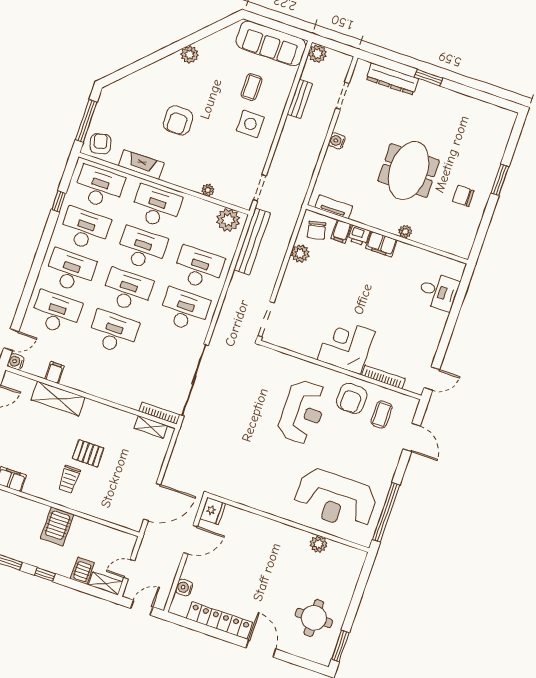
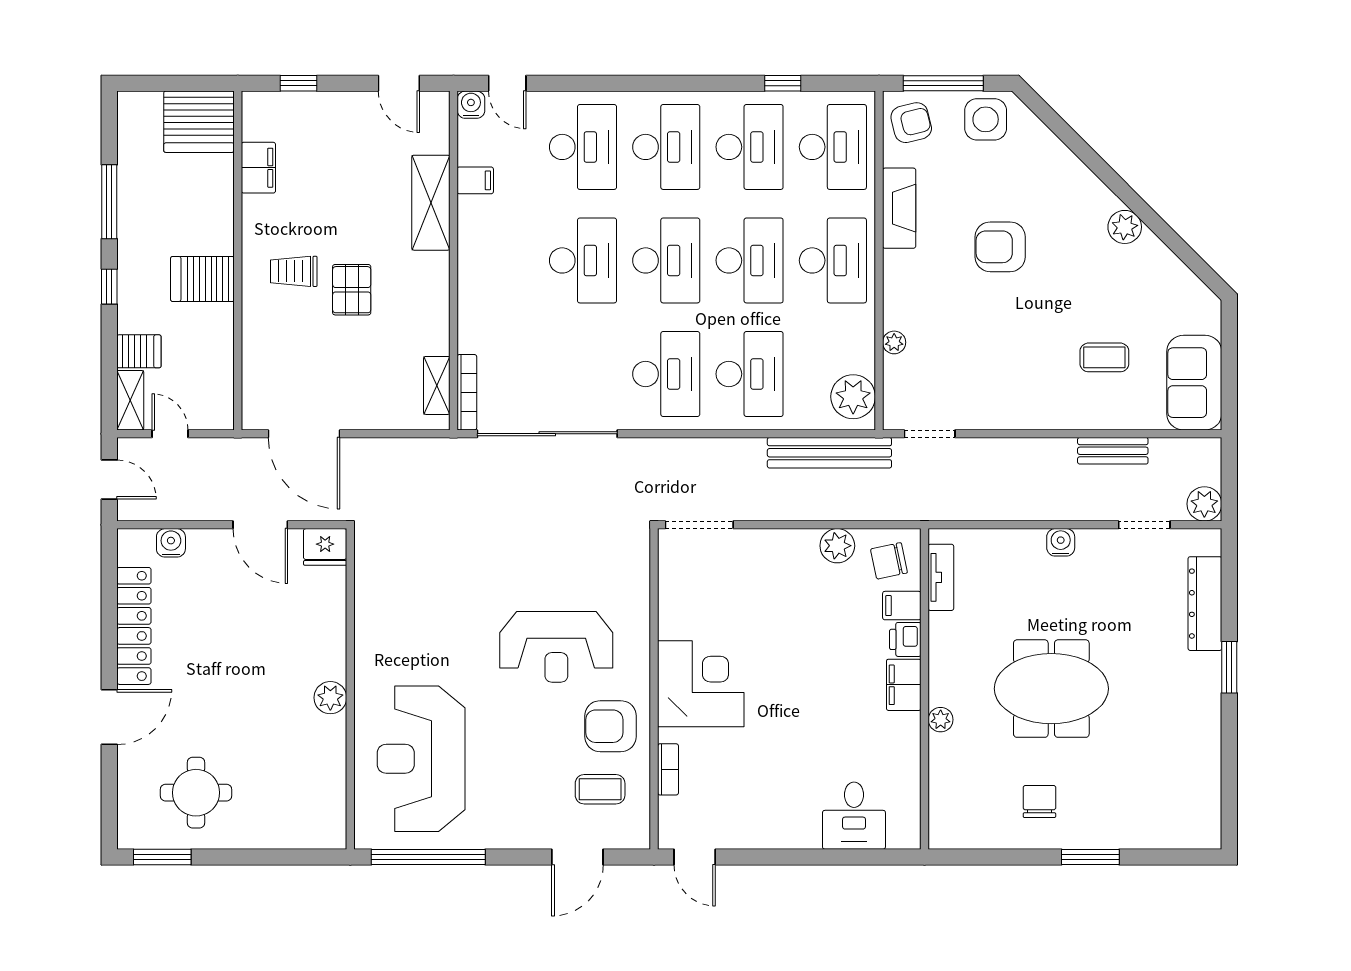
sofa: (271, 43) -> (1194, 383), width x0.73
plant: (317, 54) -> (1204, 504), moved
side table: (250, 124) -> (986, 119), moved
bookcase: (383, 377) -> (668, 769), width x0.64
plant: (319, 544) -> (330, 698), moved

